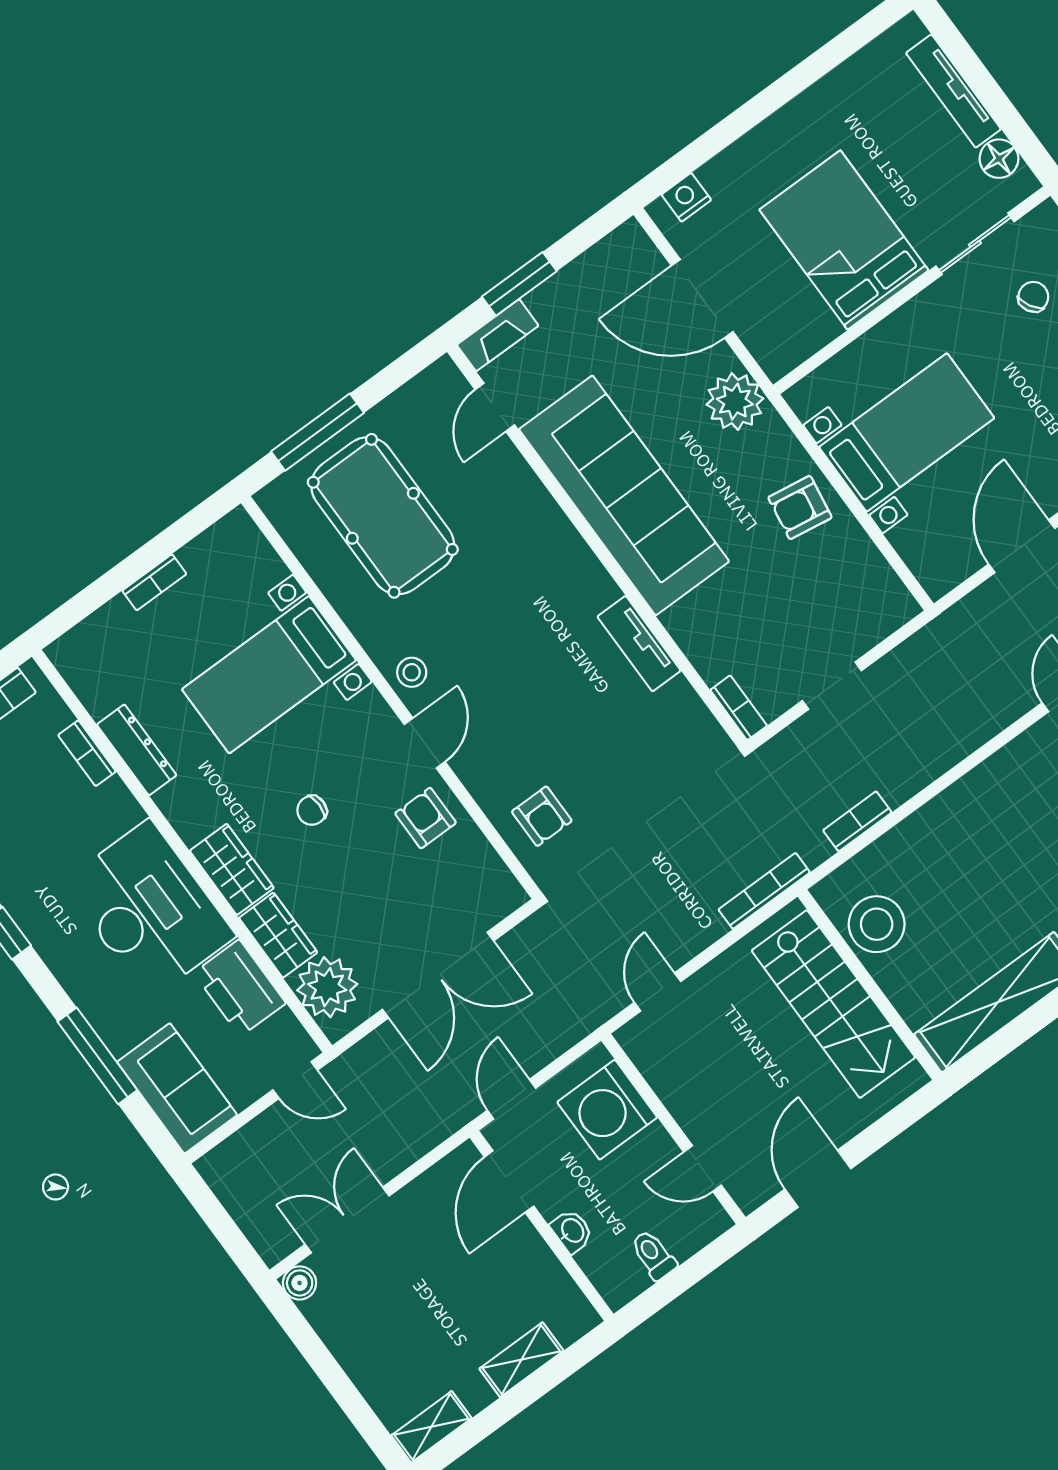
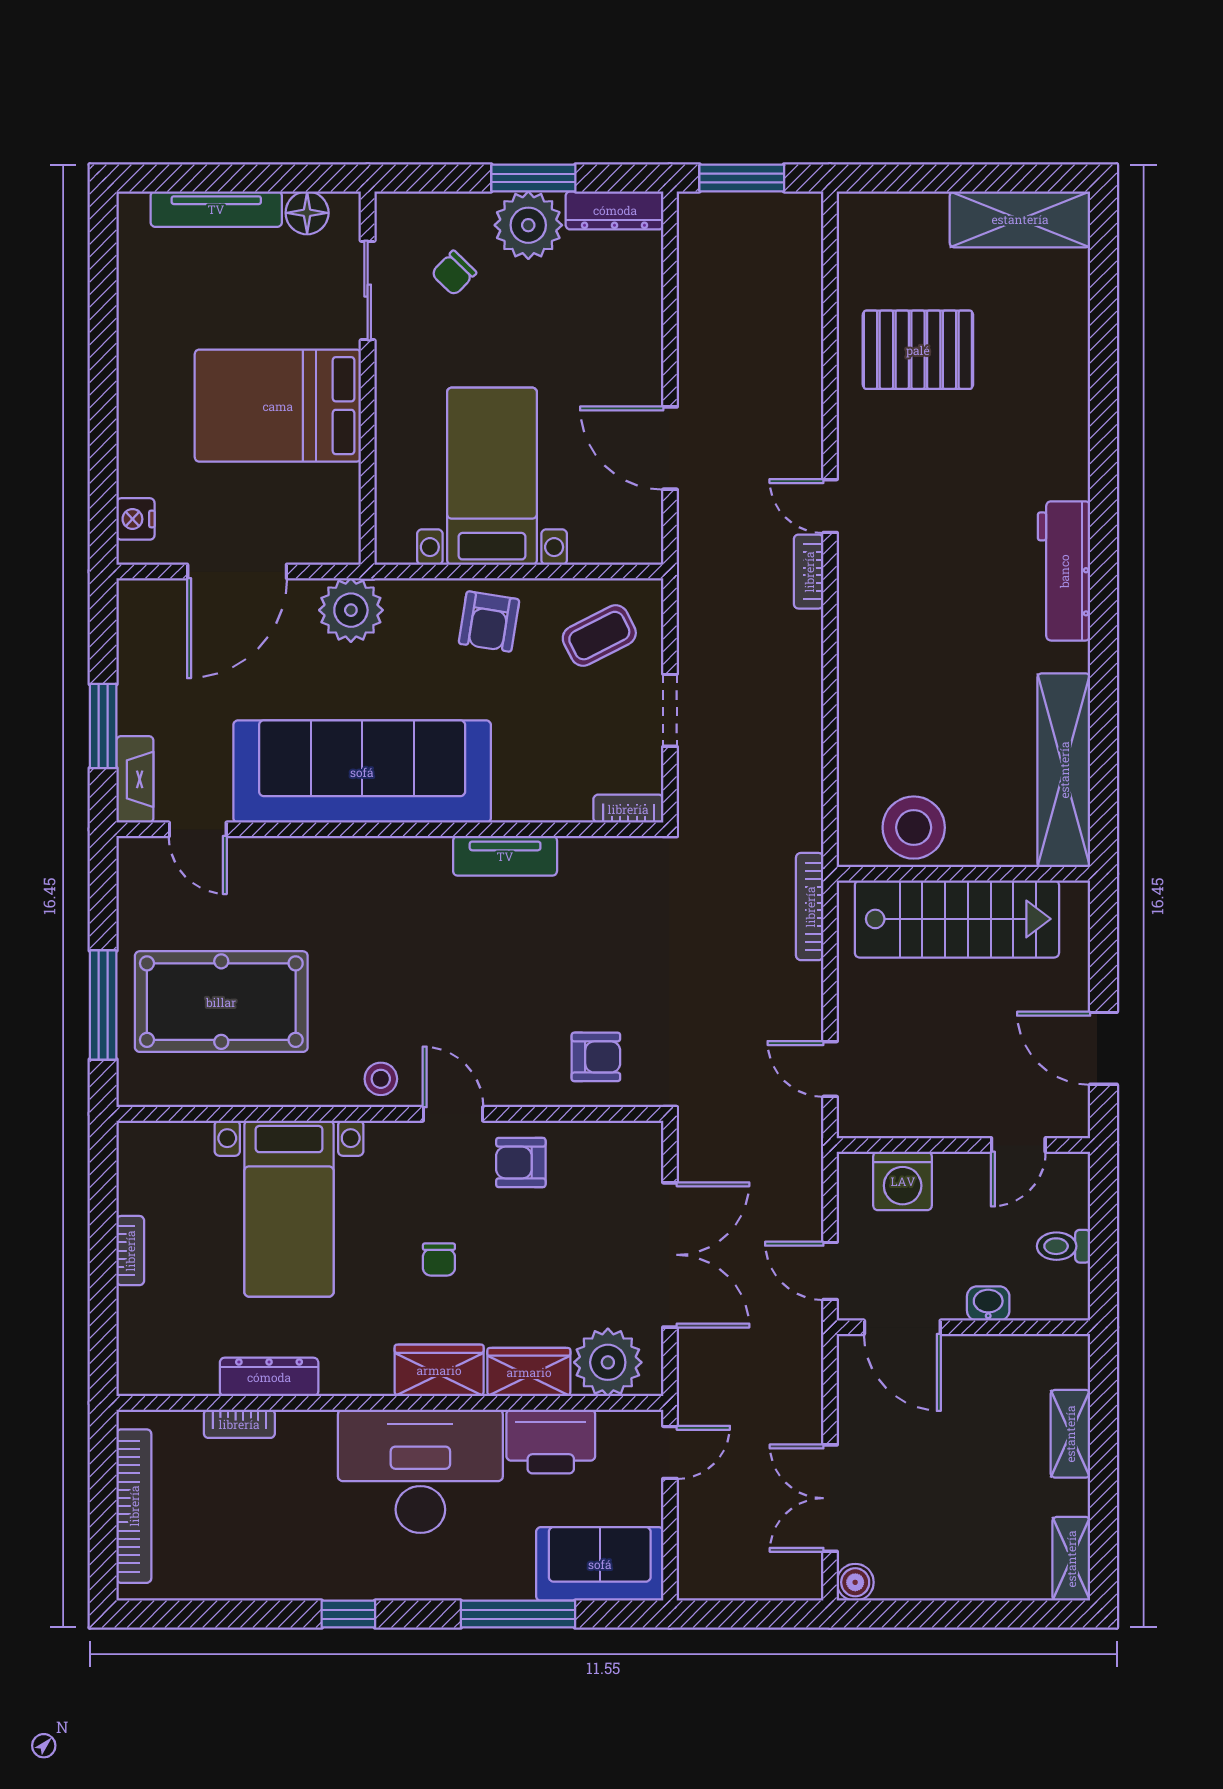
chair: (1033, 297) -> (454, 273), turned -106
coffee table: (848, 595) -> (599, 636), added
bookcase: (857, 821) -> (809, 572), moved
washing machine: (607, 1110) -> (903, 1181), width x0.73, depth x0.73

